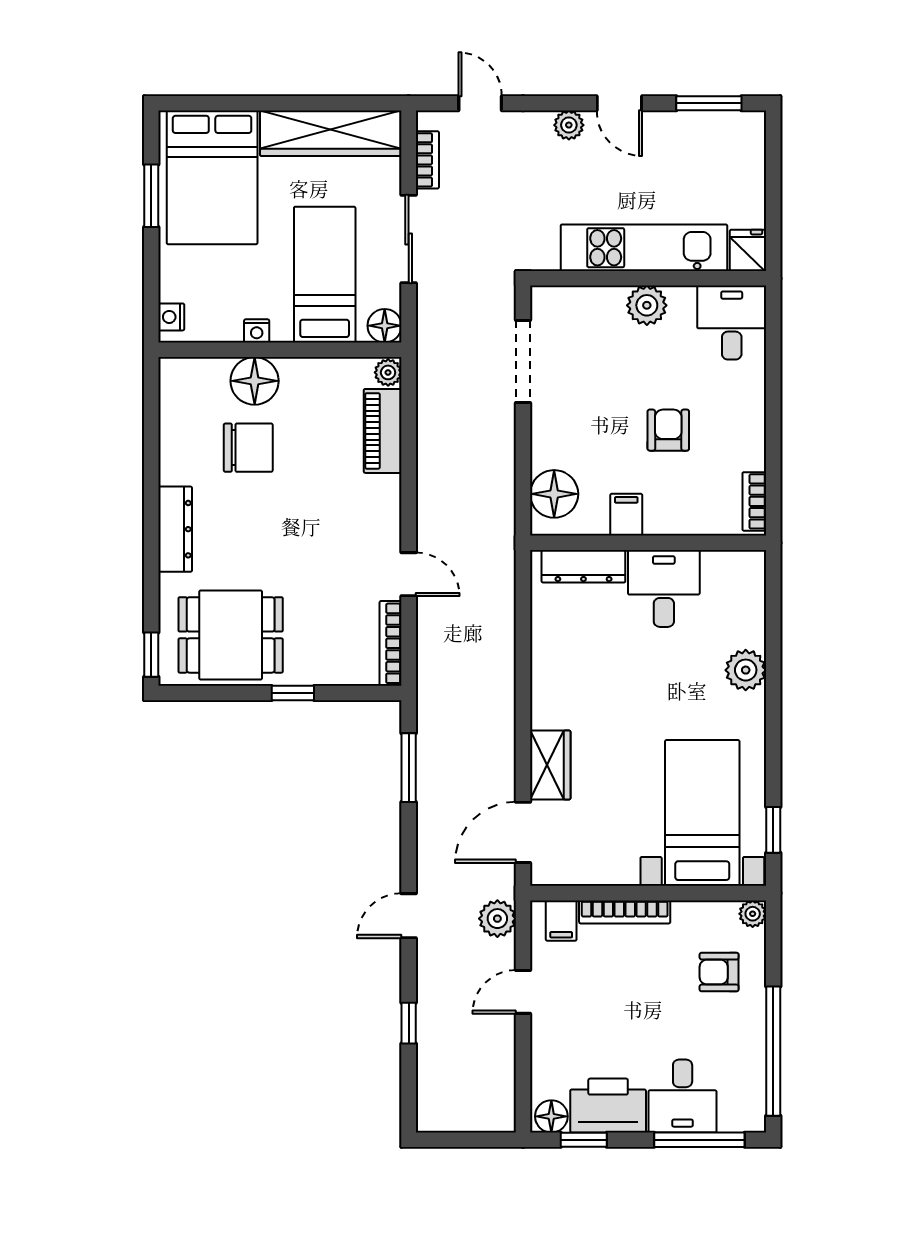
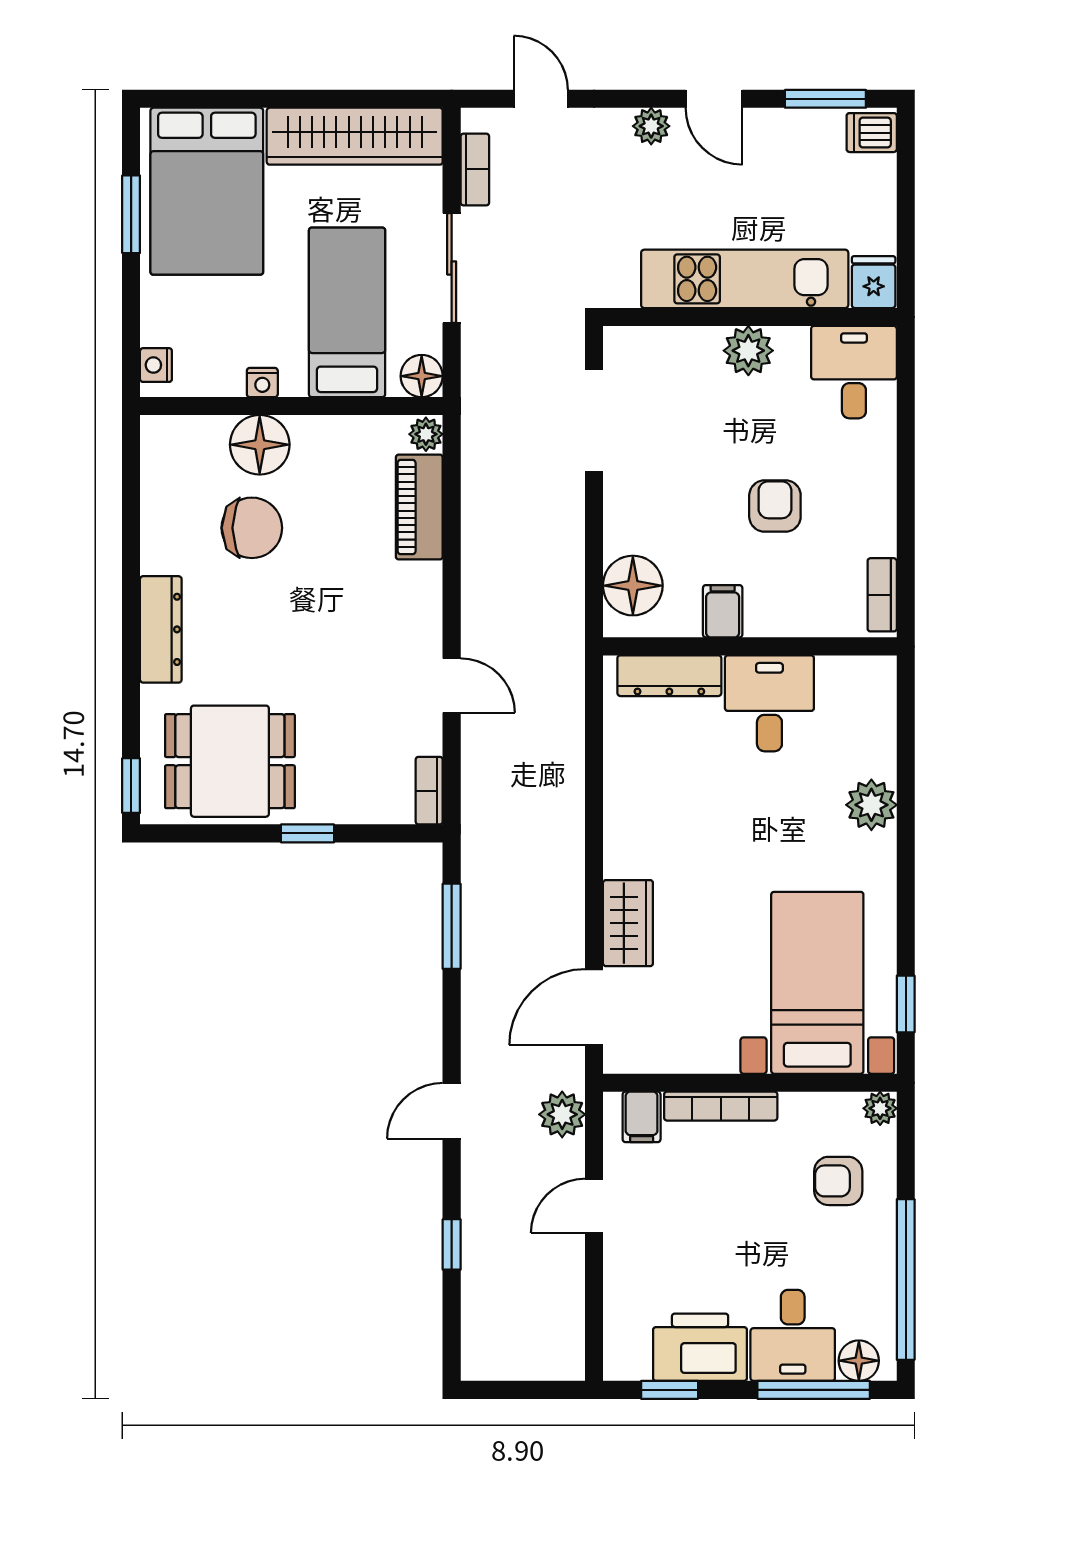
dishwasher: (746, 130) -> (872, 133), added
bookcase: (391, 643) -> (429, 791), width x0.64
floor lamp: (551, 1116) -> (859, 1361), moved

